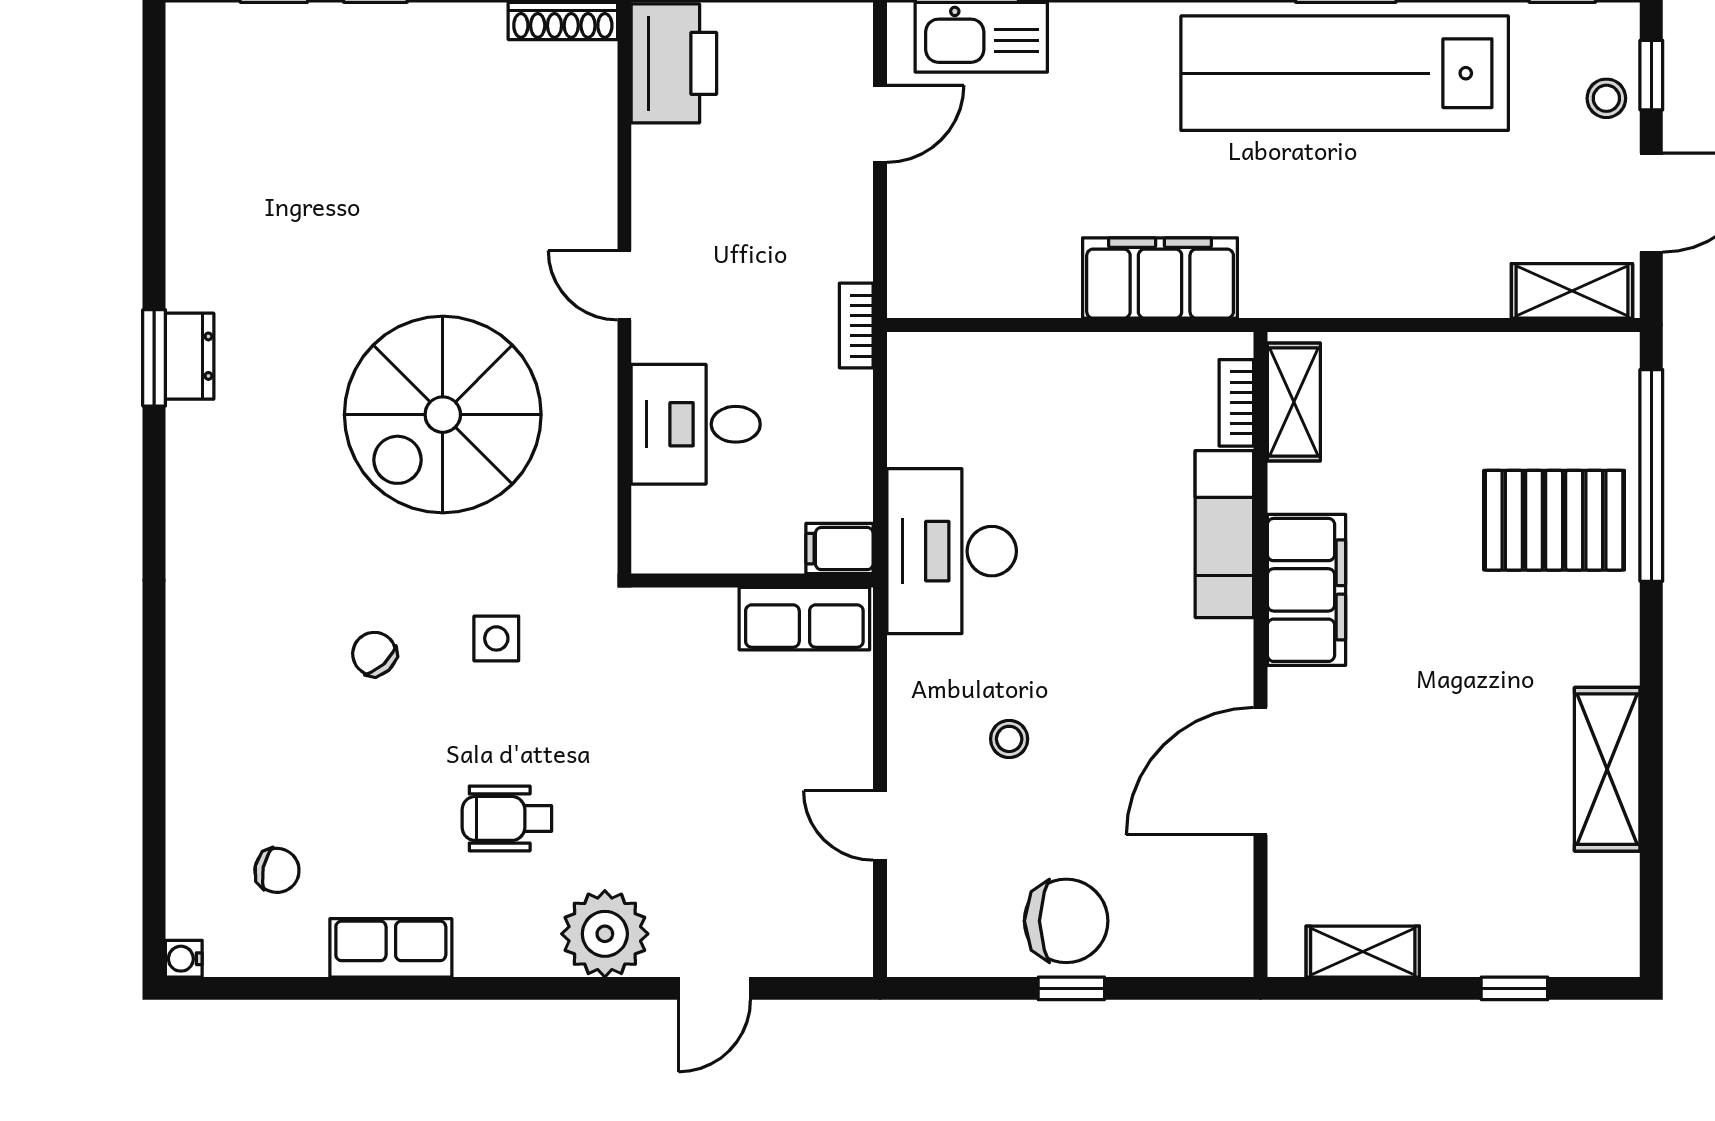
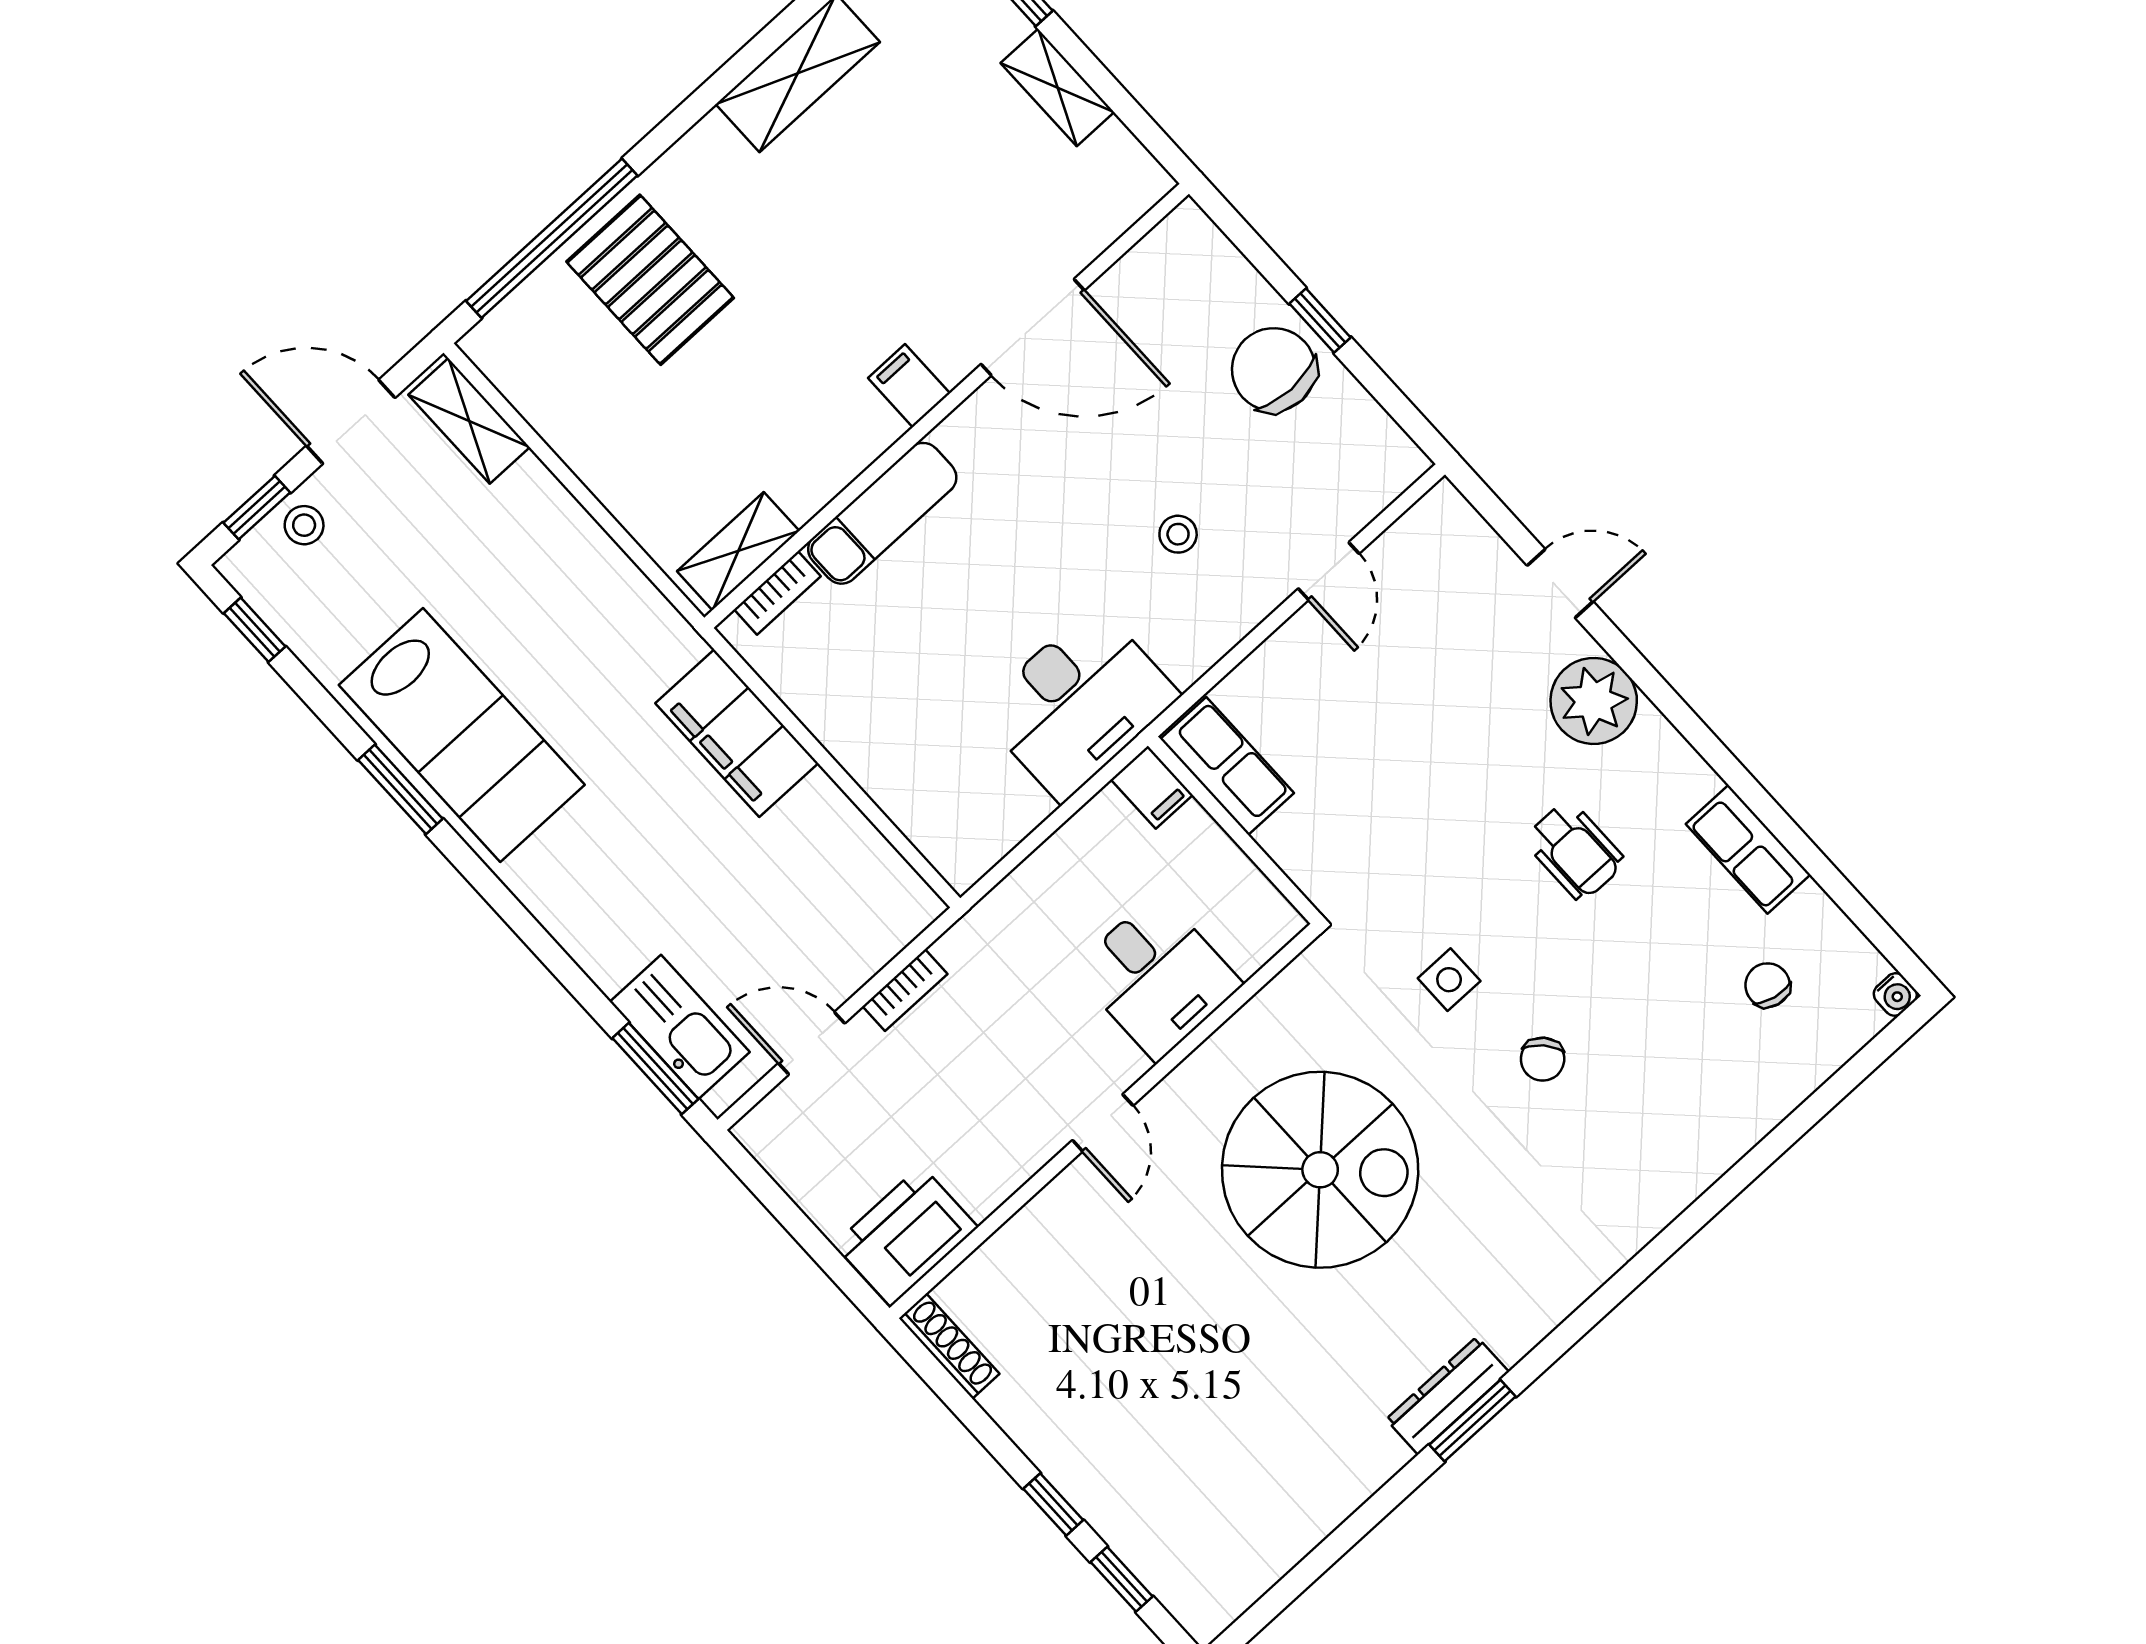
lab bench: (1345, 73) -> (462, 735), width x0.73
bookcase: (856, 326) -> (905, 990), moved
dresser: (190, 356) -> (1447, 1396), width x1.44
filing cabinet: (1306, 590) -> (909, 386), width x0.33, depth x0.86
shelving: (1363, 952) -> (1057, 87), moved

